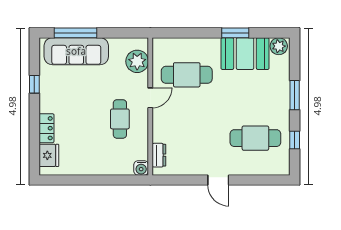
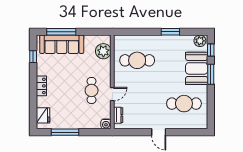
booth: (245, 54) -> (197, 68), moved, turned 90
window: (34, 84) -> (33, 57), moved
door: (150, 98) -> (112, 94), moved
locker: (46, 128) -> (41, 86), moved
window: (295, 140) -> (211, 50), moved
window: (81, 180) -> (65, 132), added

